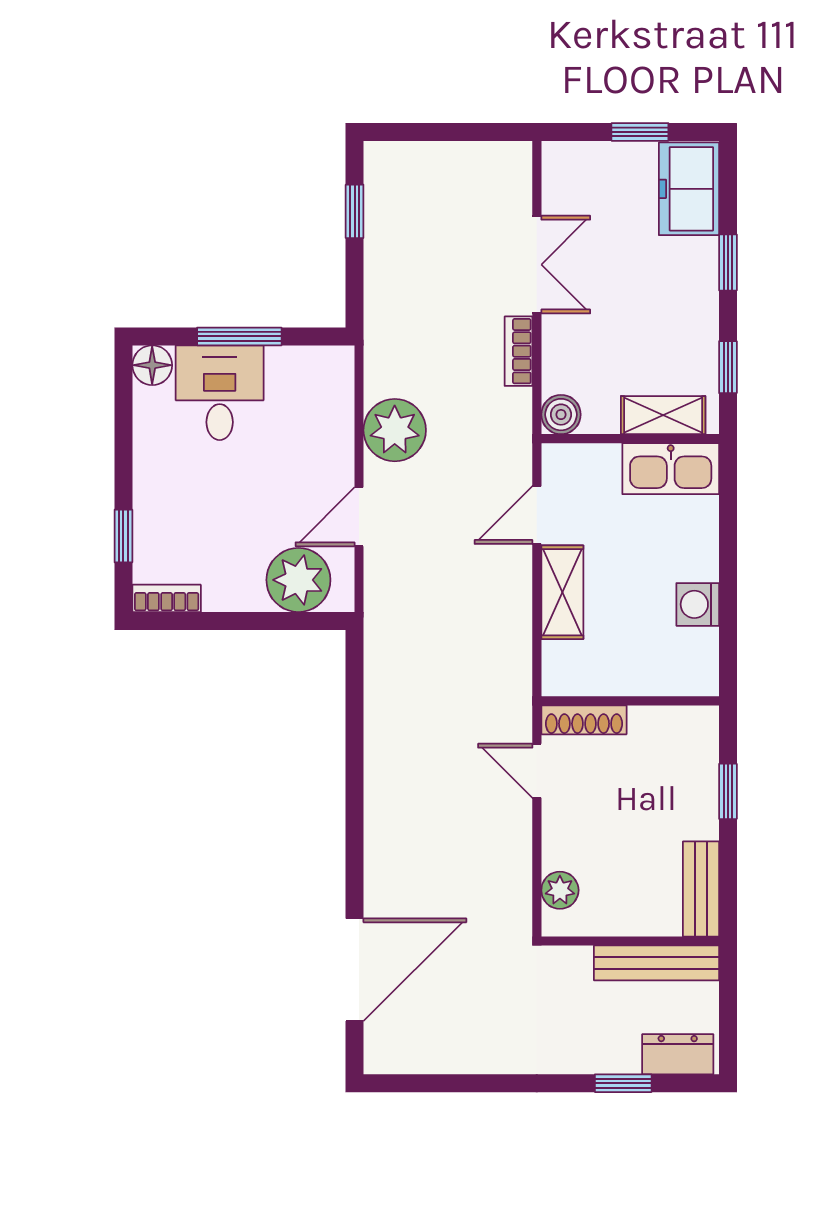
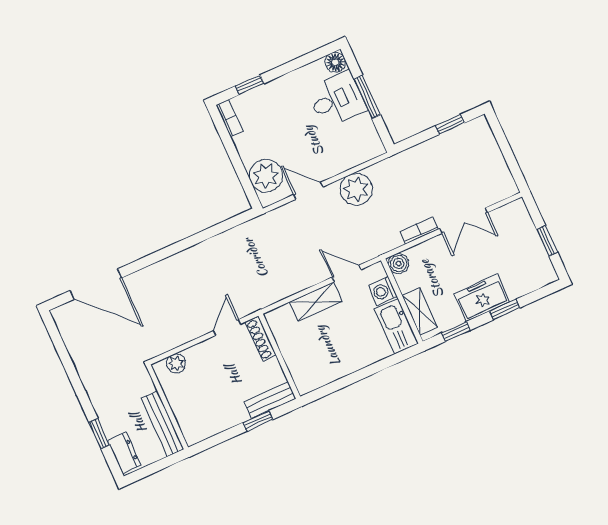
freezer: (689, 189) -> (482, 298), moved
washing machine: (698, 604) -> (383, 291), moved, turned -90
bench: (701, 889) -> (270, 400), moved

